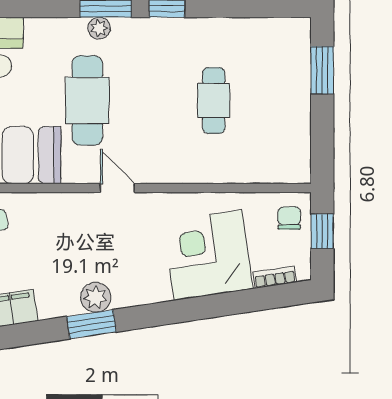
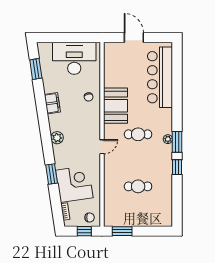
window: (322, 70) -> (122, 231), moved
cafe table: (87, 100) -> (138, 134), width x0.73, depth x0.74
window: (91, 324) -> (52, 174), moved

